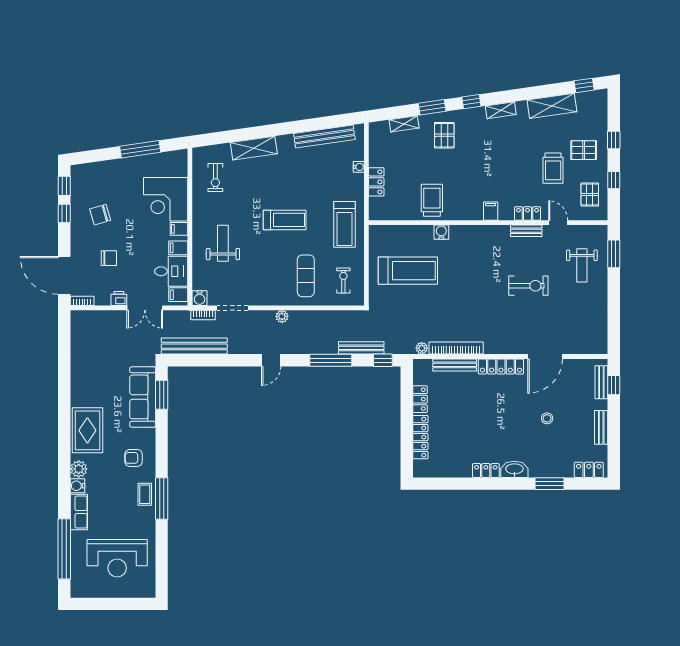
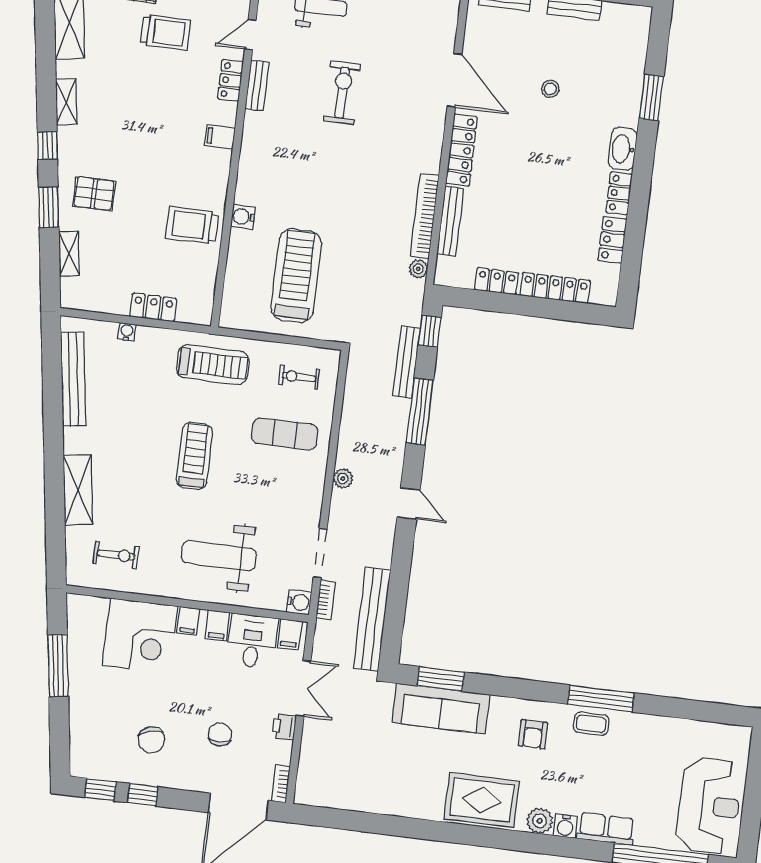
weight bench: (223, 243) -> (219, 556), width x1.36, depth x1.33
locker: (589, 470) -> (612, 240), moved
reception desk: (117, 558) -> (709, 806), moved

